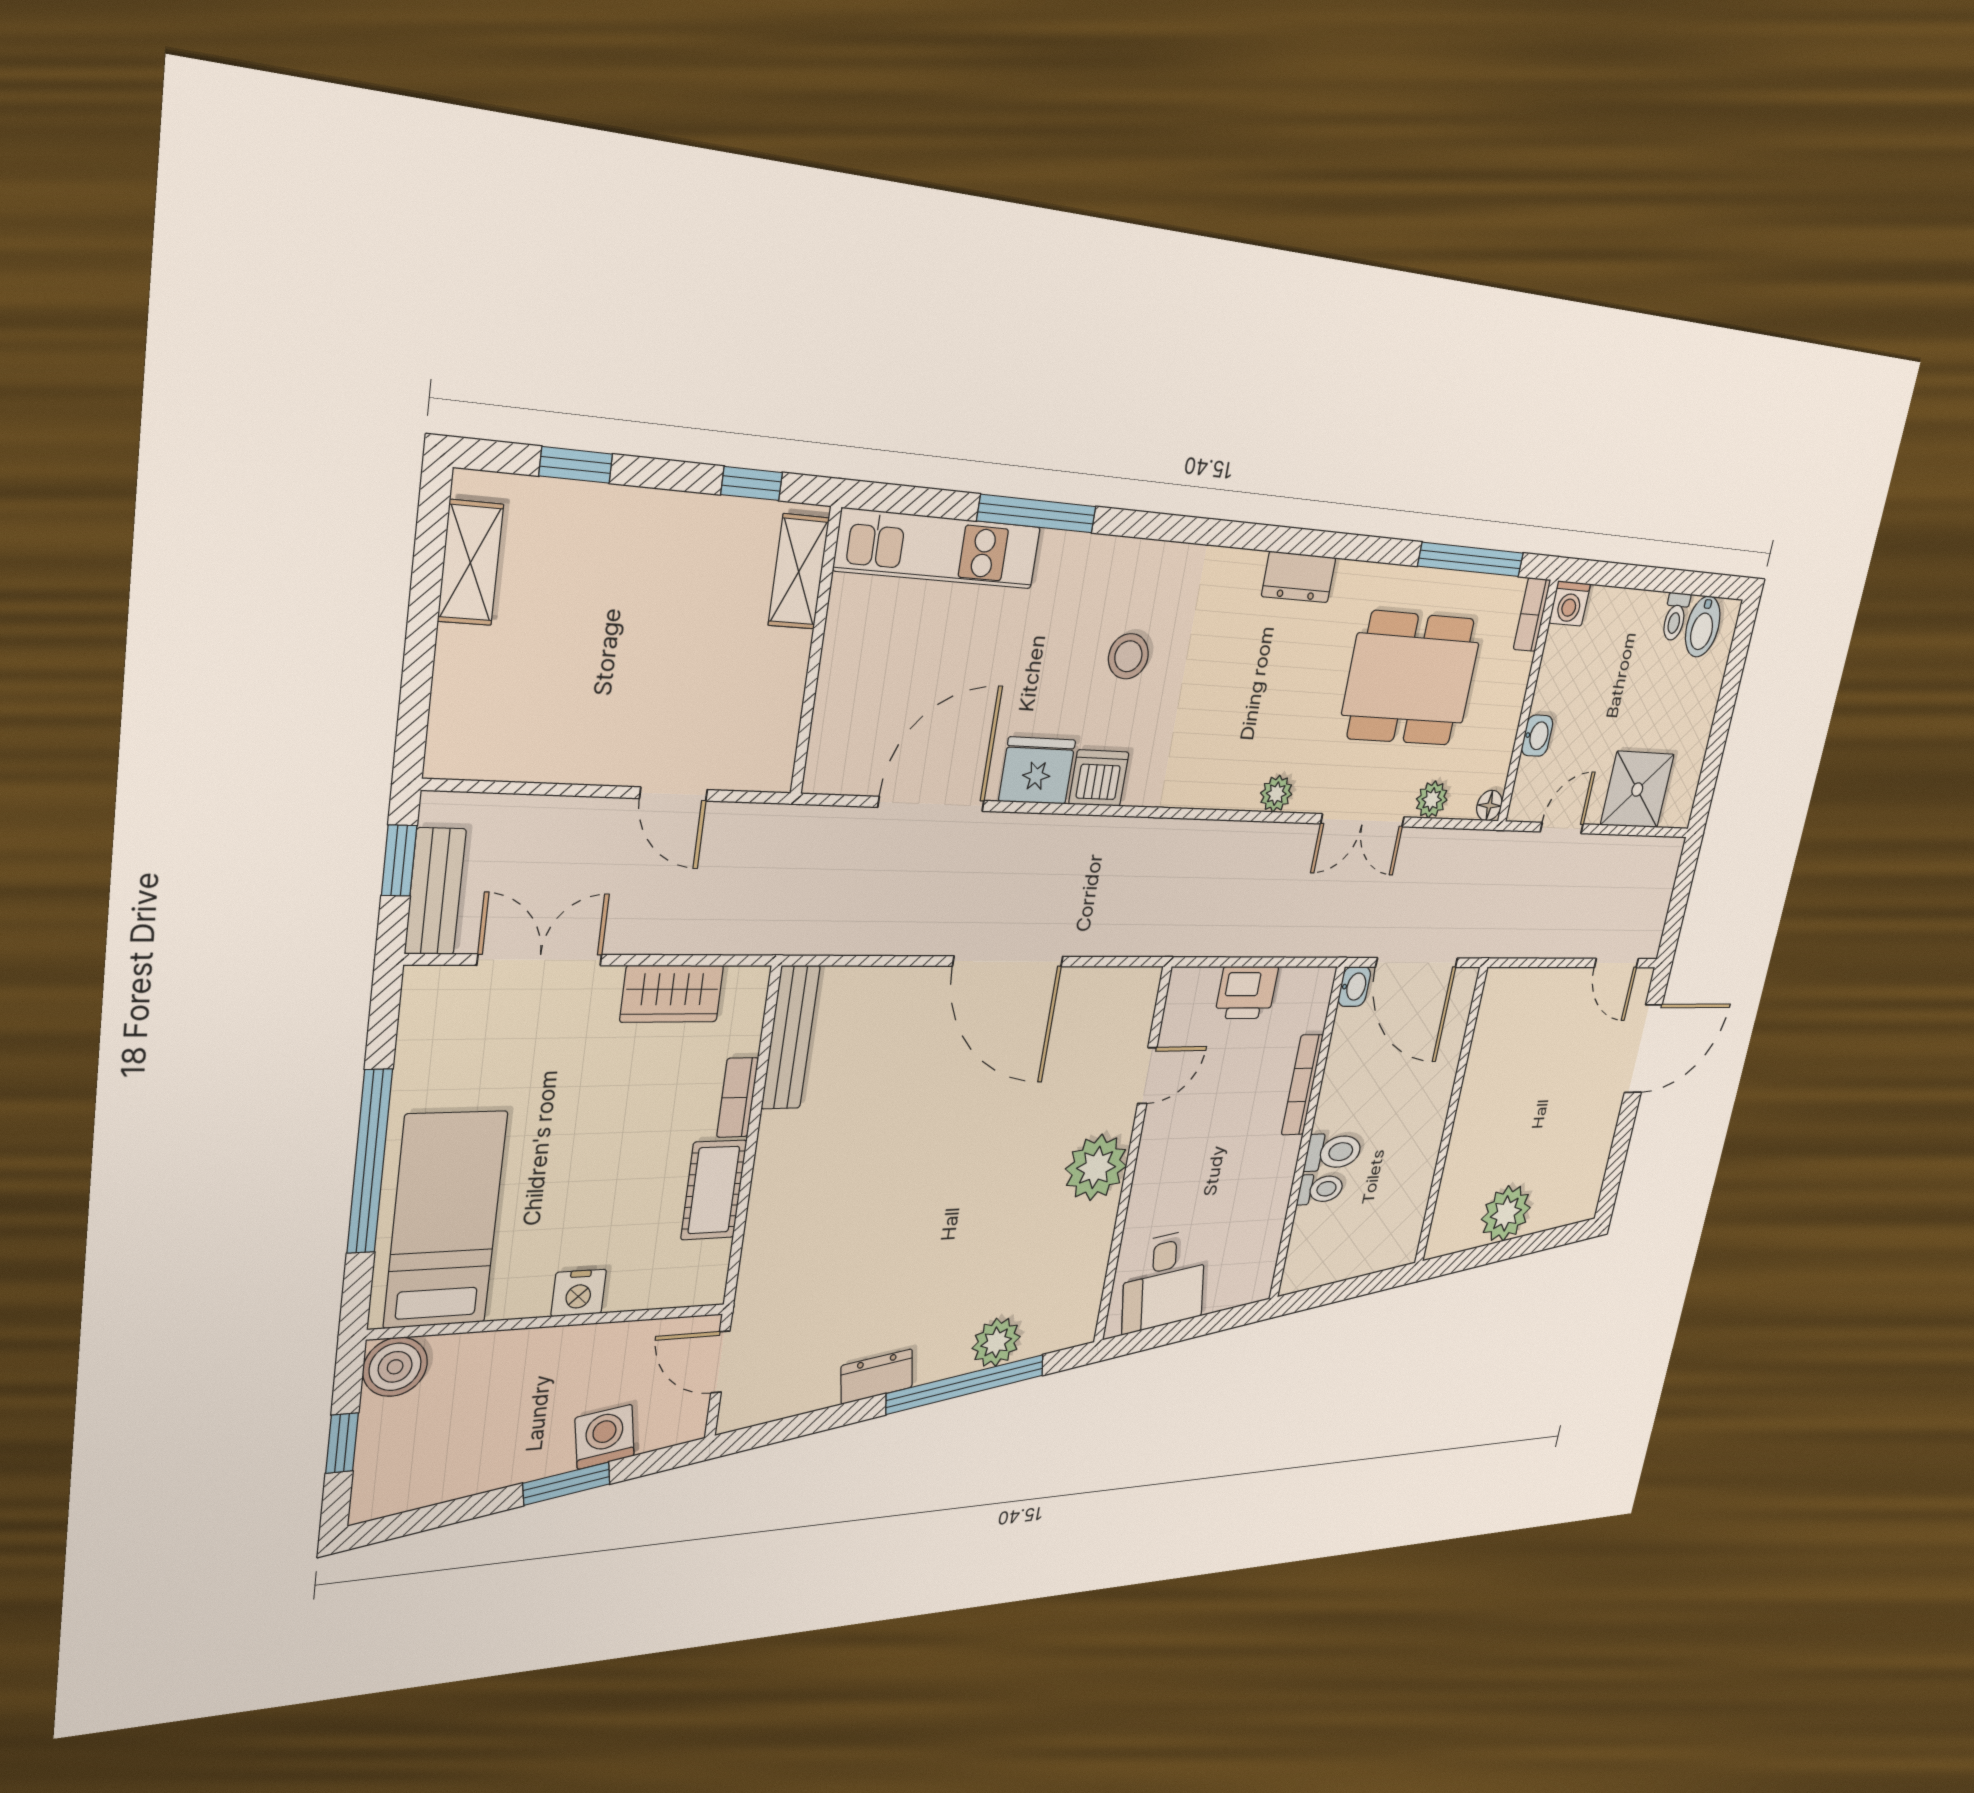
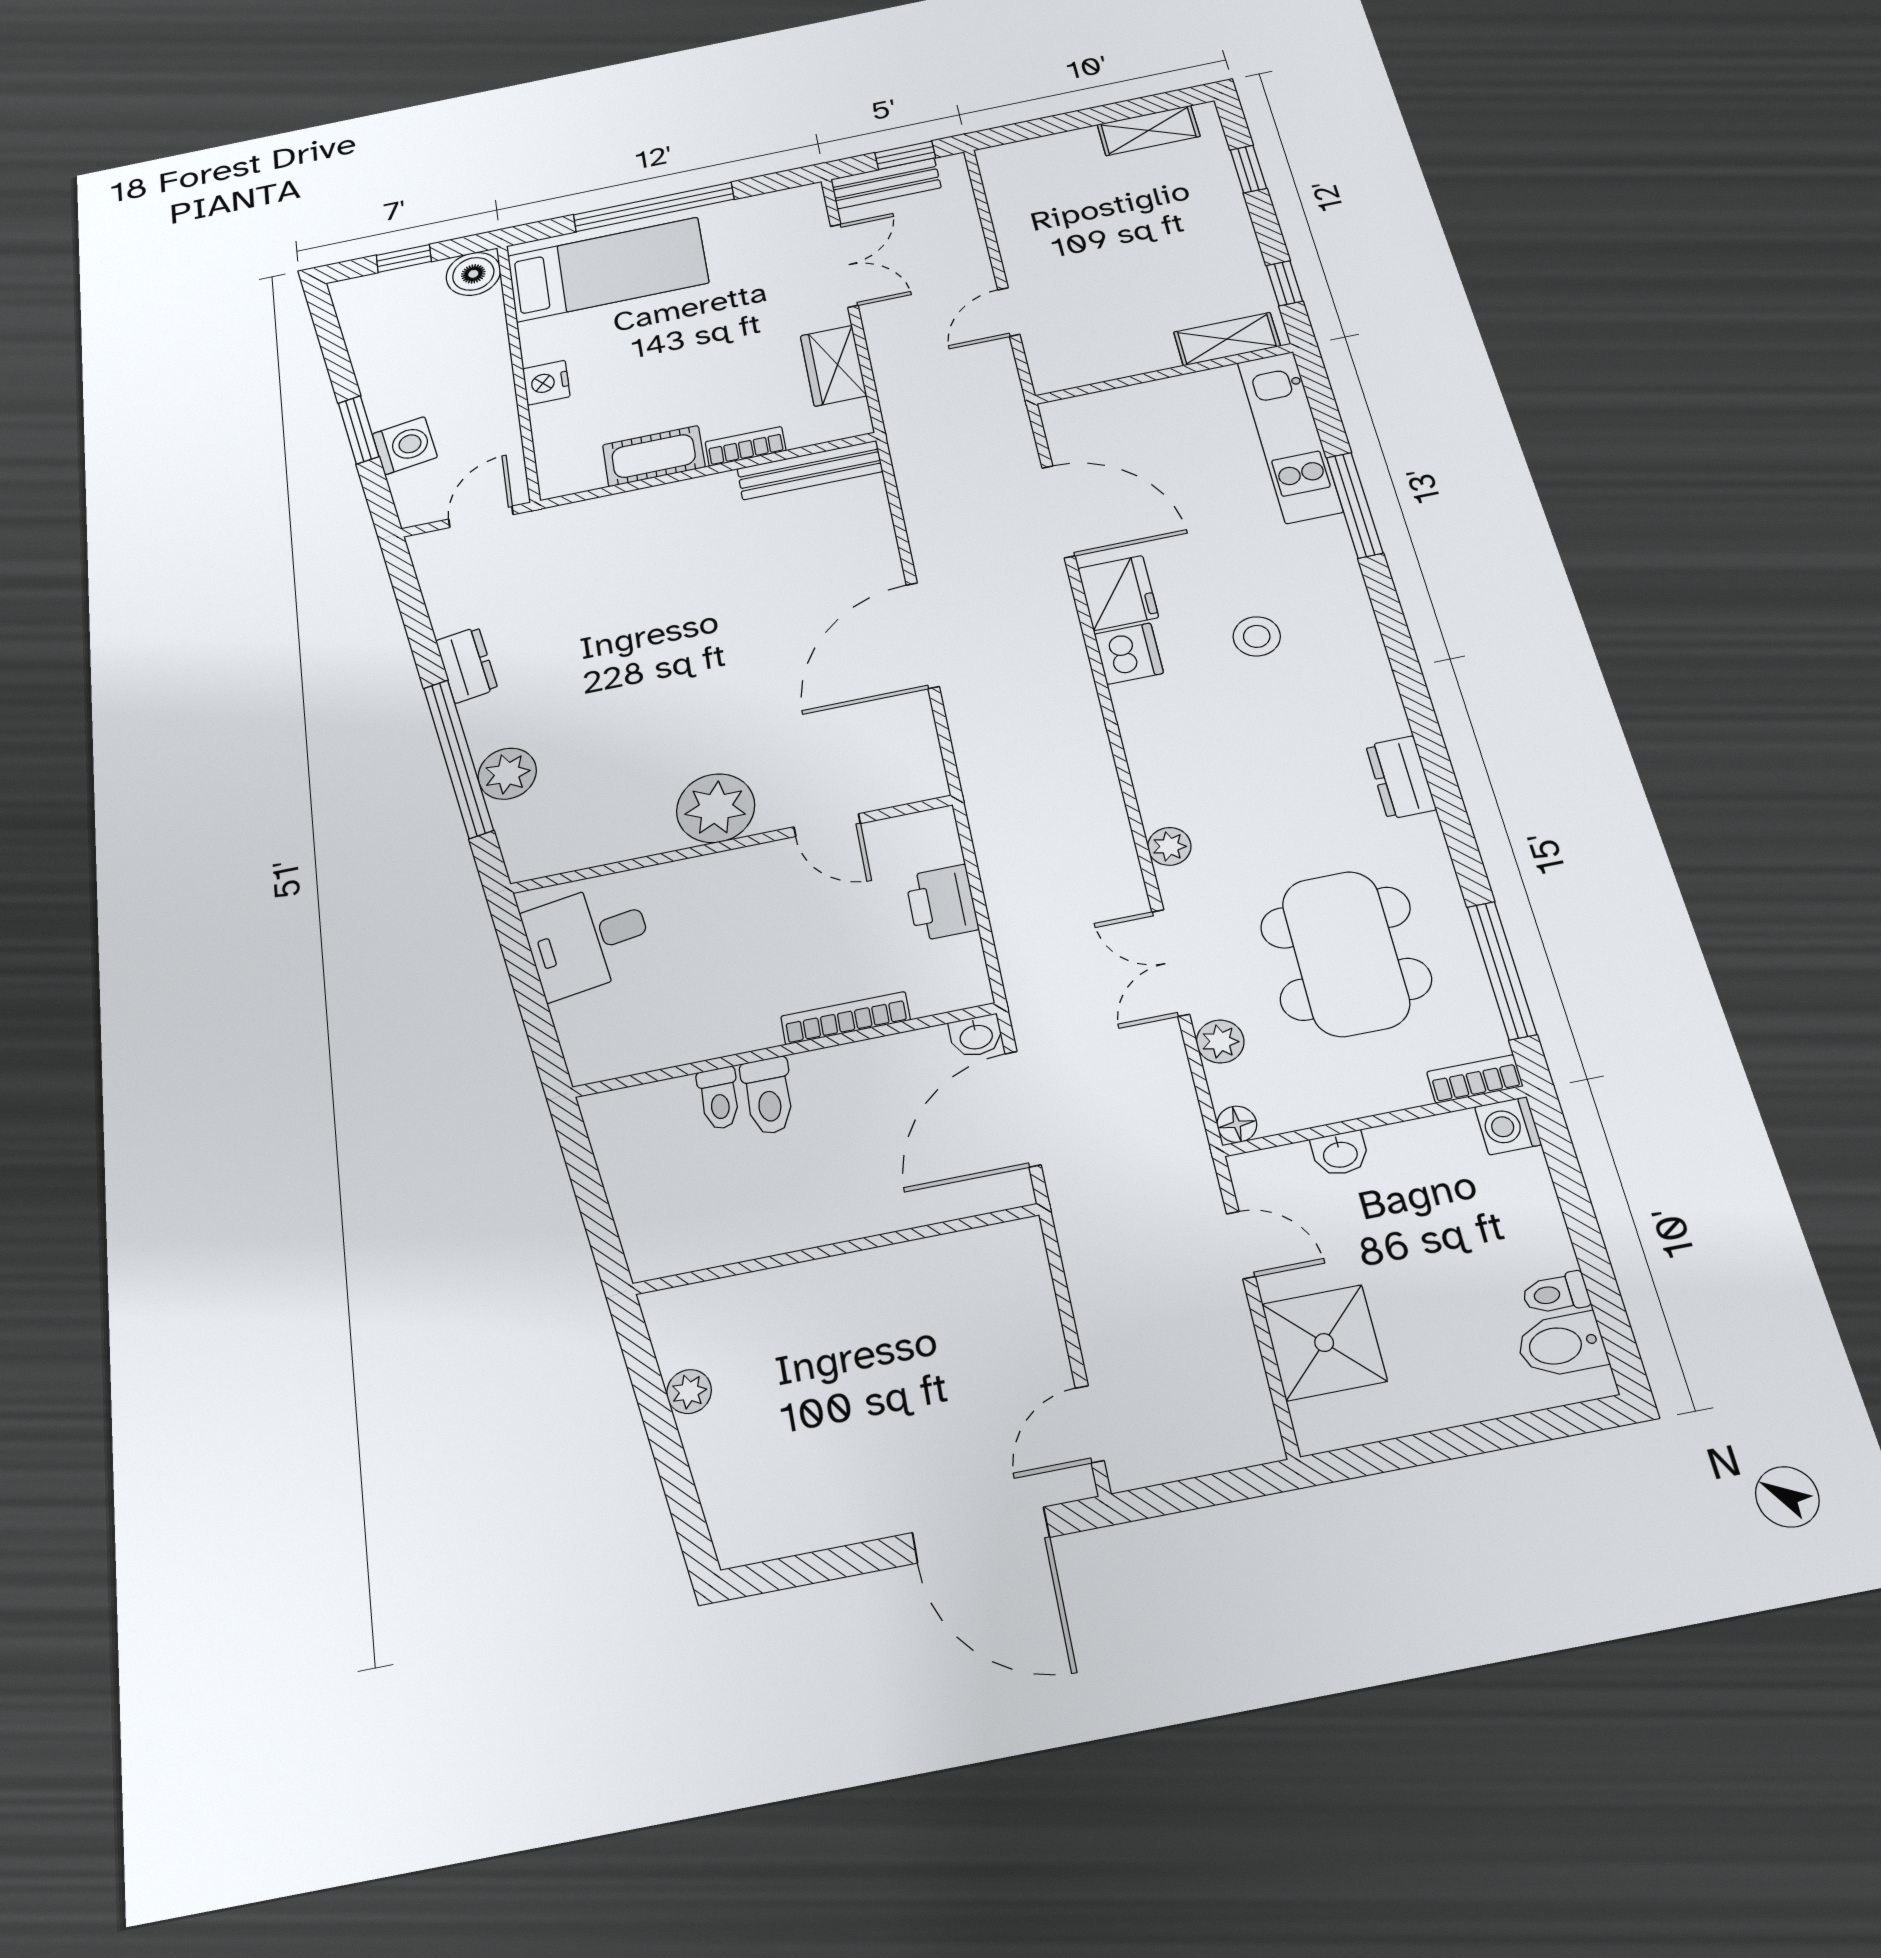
plant: (1506, 1213) -> (689, 1392), width x0.53, depth x0.53

